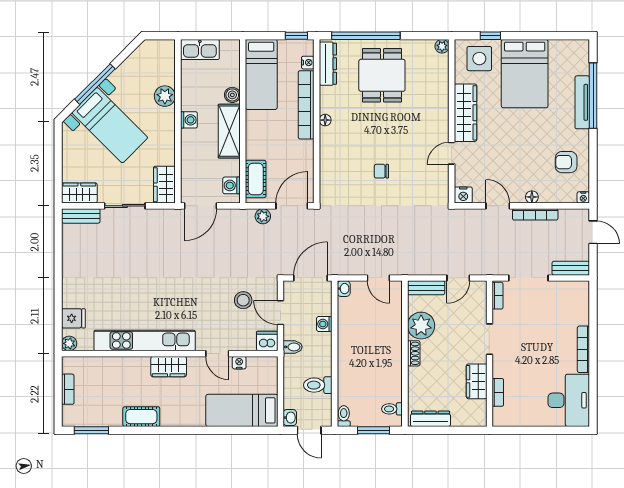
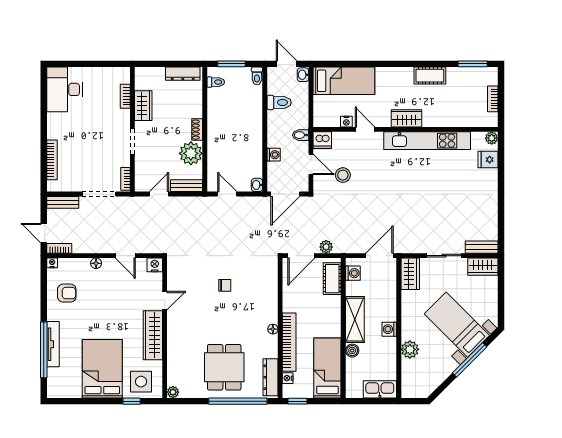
bookcase: (535, 214) -> (59, 248), moved, width x0.64
bookcase: (583, 349) -> (52, 160), moved

